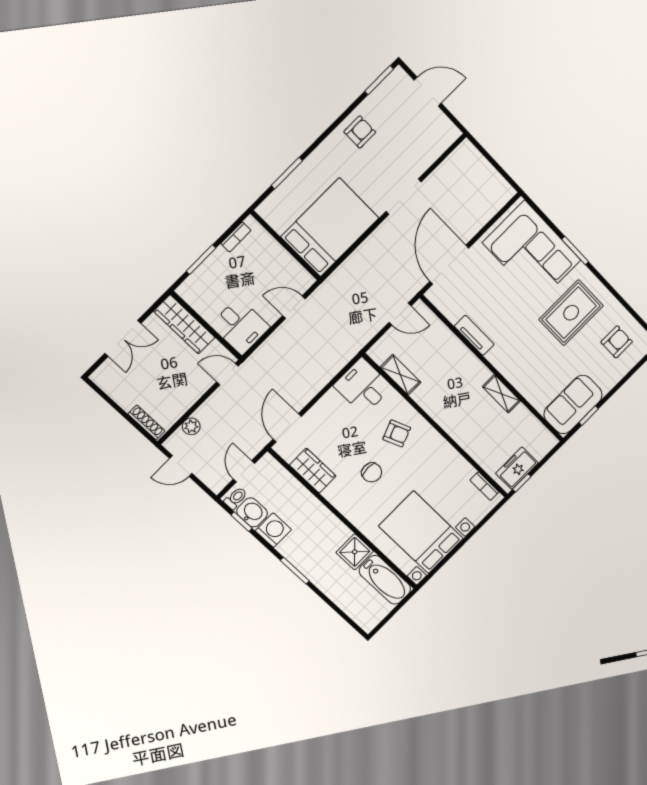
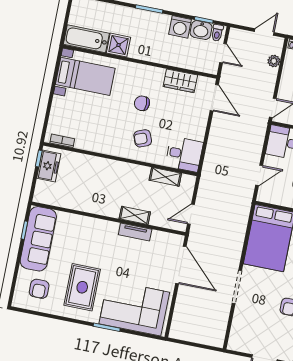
shelving: (501, 394) -> (135, 215), moved
sofa: (573, 405) -> (38, 239), width x1.36
bed with nightstands: (421, 532) -> (85, 76), width x0.73

